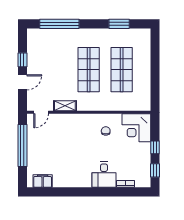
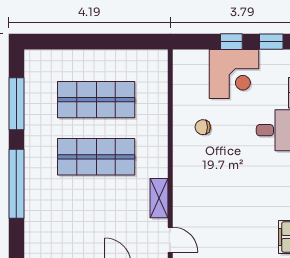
window: (59, 24) -> (16, 184), moved
window: (119, 24) -> (16, 104), width x1.44
corner desk: (136, 128) -> (234, 74), moved

